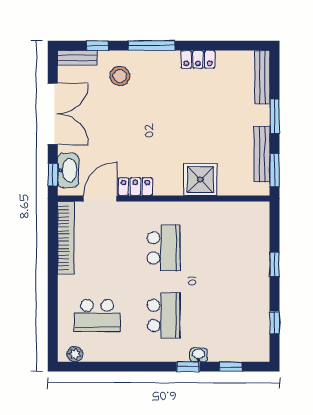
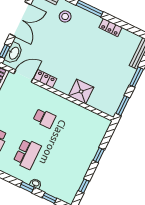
bench: (262, 154) -> (120, 94), removed
school desk: (164, 248) -> (44, 118), width x0.54

